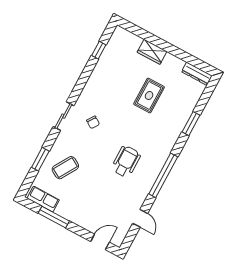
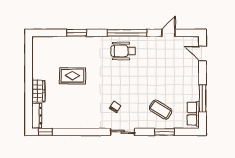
window: (99, 50) -> (45, 132), moved
dresser: (197, 74) -> (37, 116), moved
wheelchair: (126, 162) -> (123, 51), moved

